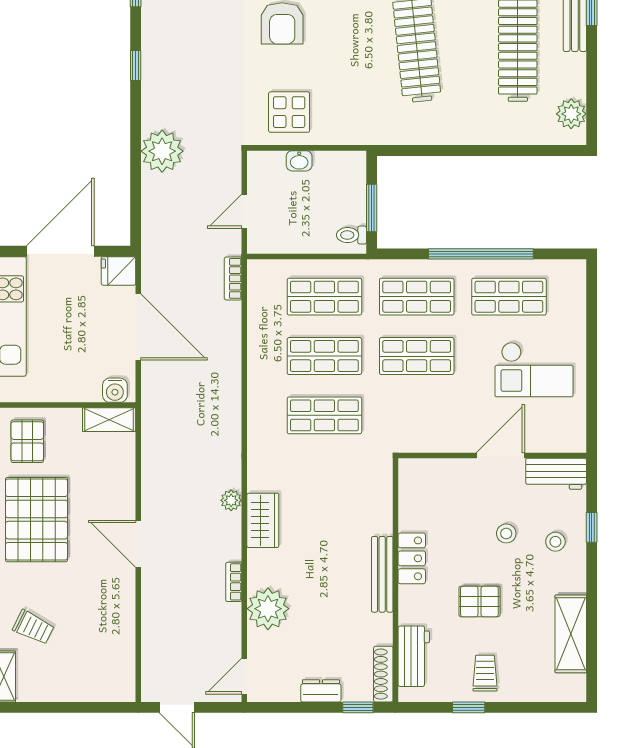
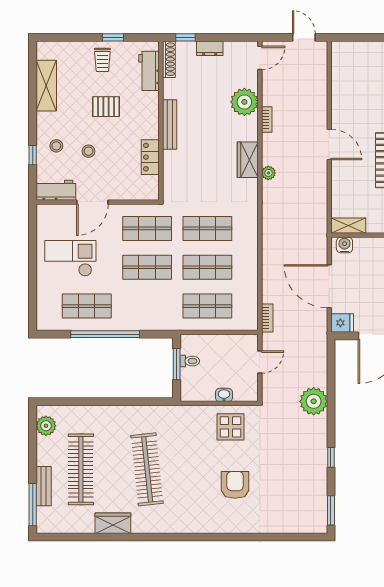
toilet: (351, 235) -> (190, 361), moved
shop shelf: (417, 297) -> (147, 228), moved
locker: (412, 558) -> (150, 157), moved

